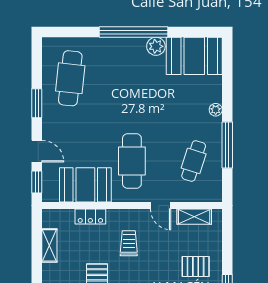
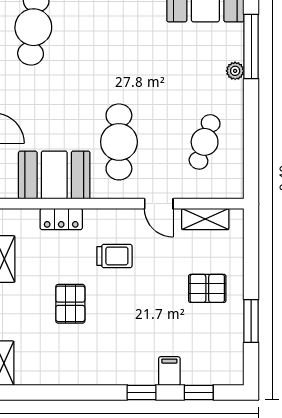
window: (227, 145) -> (251, 46), moved
trolley: (129, 243) -> (114, 256), turned 90

